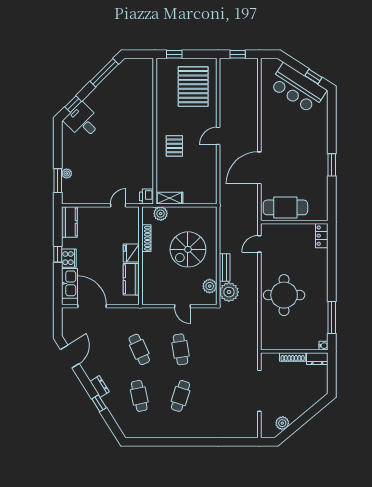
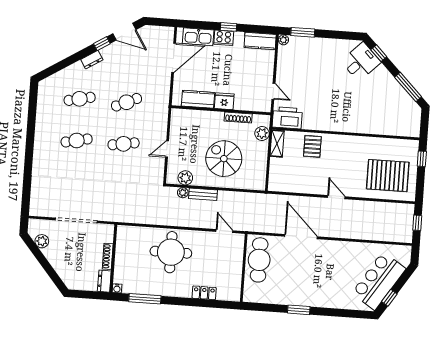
pallet: (174, 146) -> (312, 146), moved, turned 90
plant: (67, 174) -> (283, 40), moved
printer: (147, 196) -> (287, 118), width x1.87, depth x1.48
locker: (322, 236) -> (204, 293), moved
plant: (229, 292) -> (183, 193), width x0.53, depth x0.53
cafe table: (181, 396) -> (77, 140), turned -30
window: (99, 403) -> (102, 44), moved

